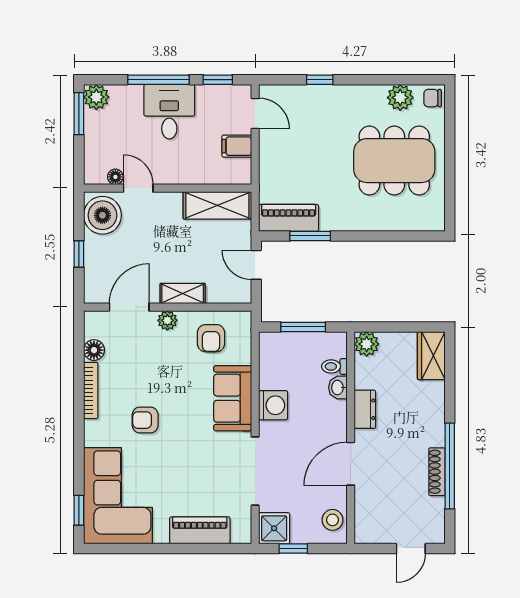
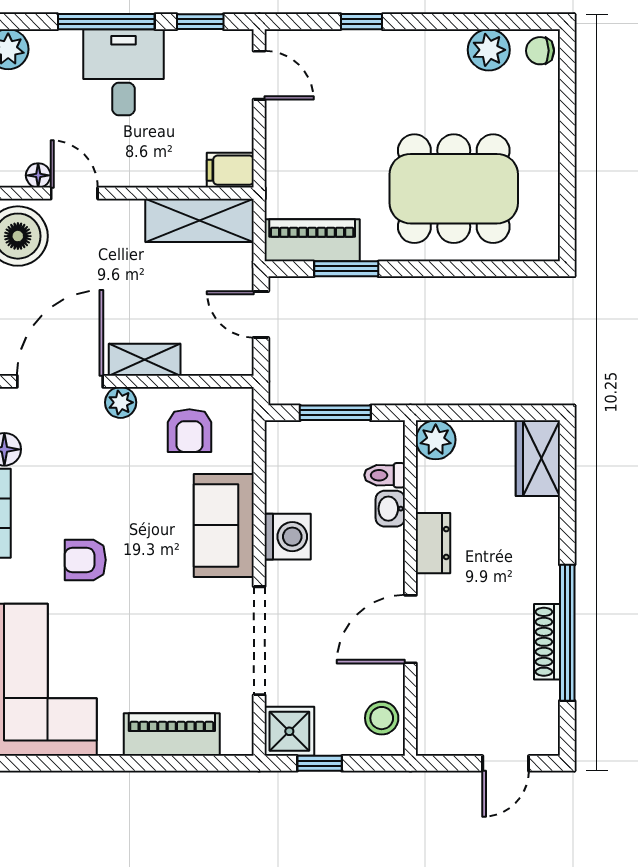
filing cabinet: (237, 146) -> (230, 170), moved
dining table: (394, 161) -> (454, 189), moved
door: (129, 307) -> (60, 381), width x1.36

